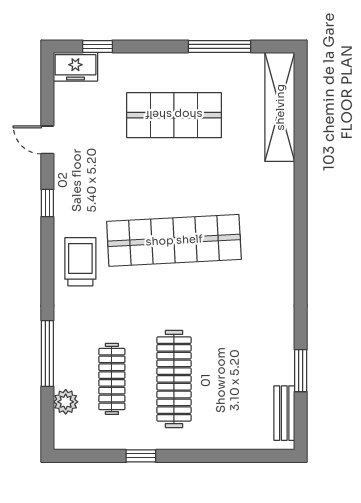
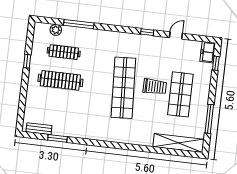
trolley: (80, 262) -> (155, 87), moved

